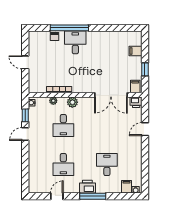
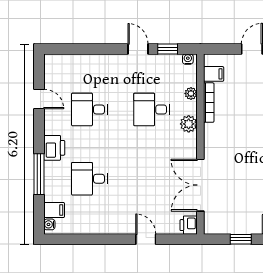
filing cabinet: (135, 87) -> (214, 74), moved
desk: (107, 165) -> (89, 179), turned 180
window: (93, 196) -> (39, 174), moved

